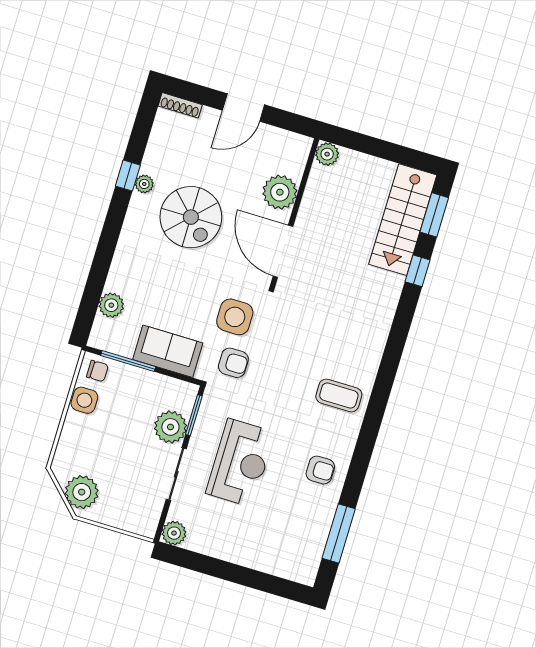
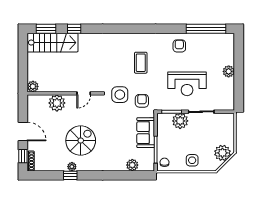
window: (195, 93) -> (23, 156), added
door: (283, 251) -> (84, 93), width x0.53
side table: (235, 317) -> (120, 95), moved
coffee table: (339, 395) -> (141, 63), moved
side table: (84, 400) -> (192, 160), moved
reception desk: (240, 463) -> (187, 84), turned 180
plant: (174, 533) -> (229, 71), moved
window: (339, 533) -> (206, 29), width x1.46

